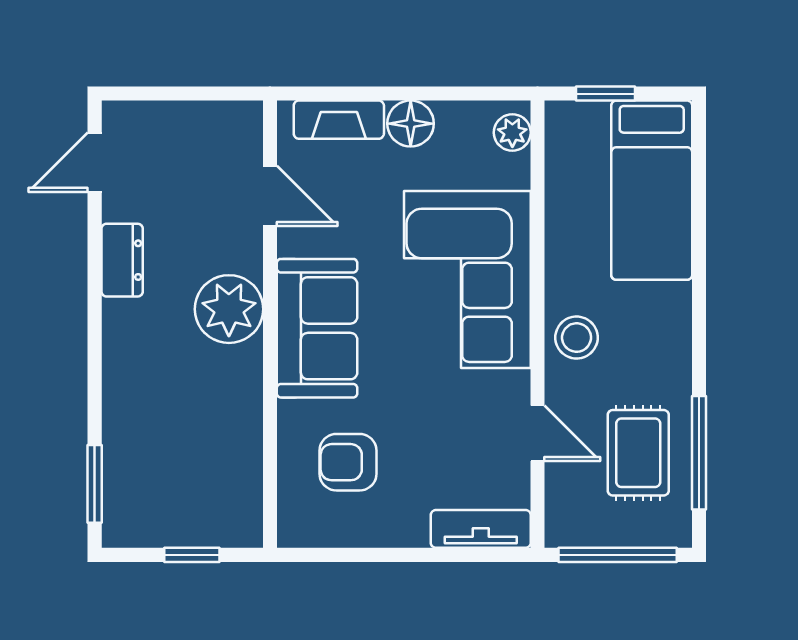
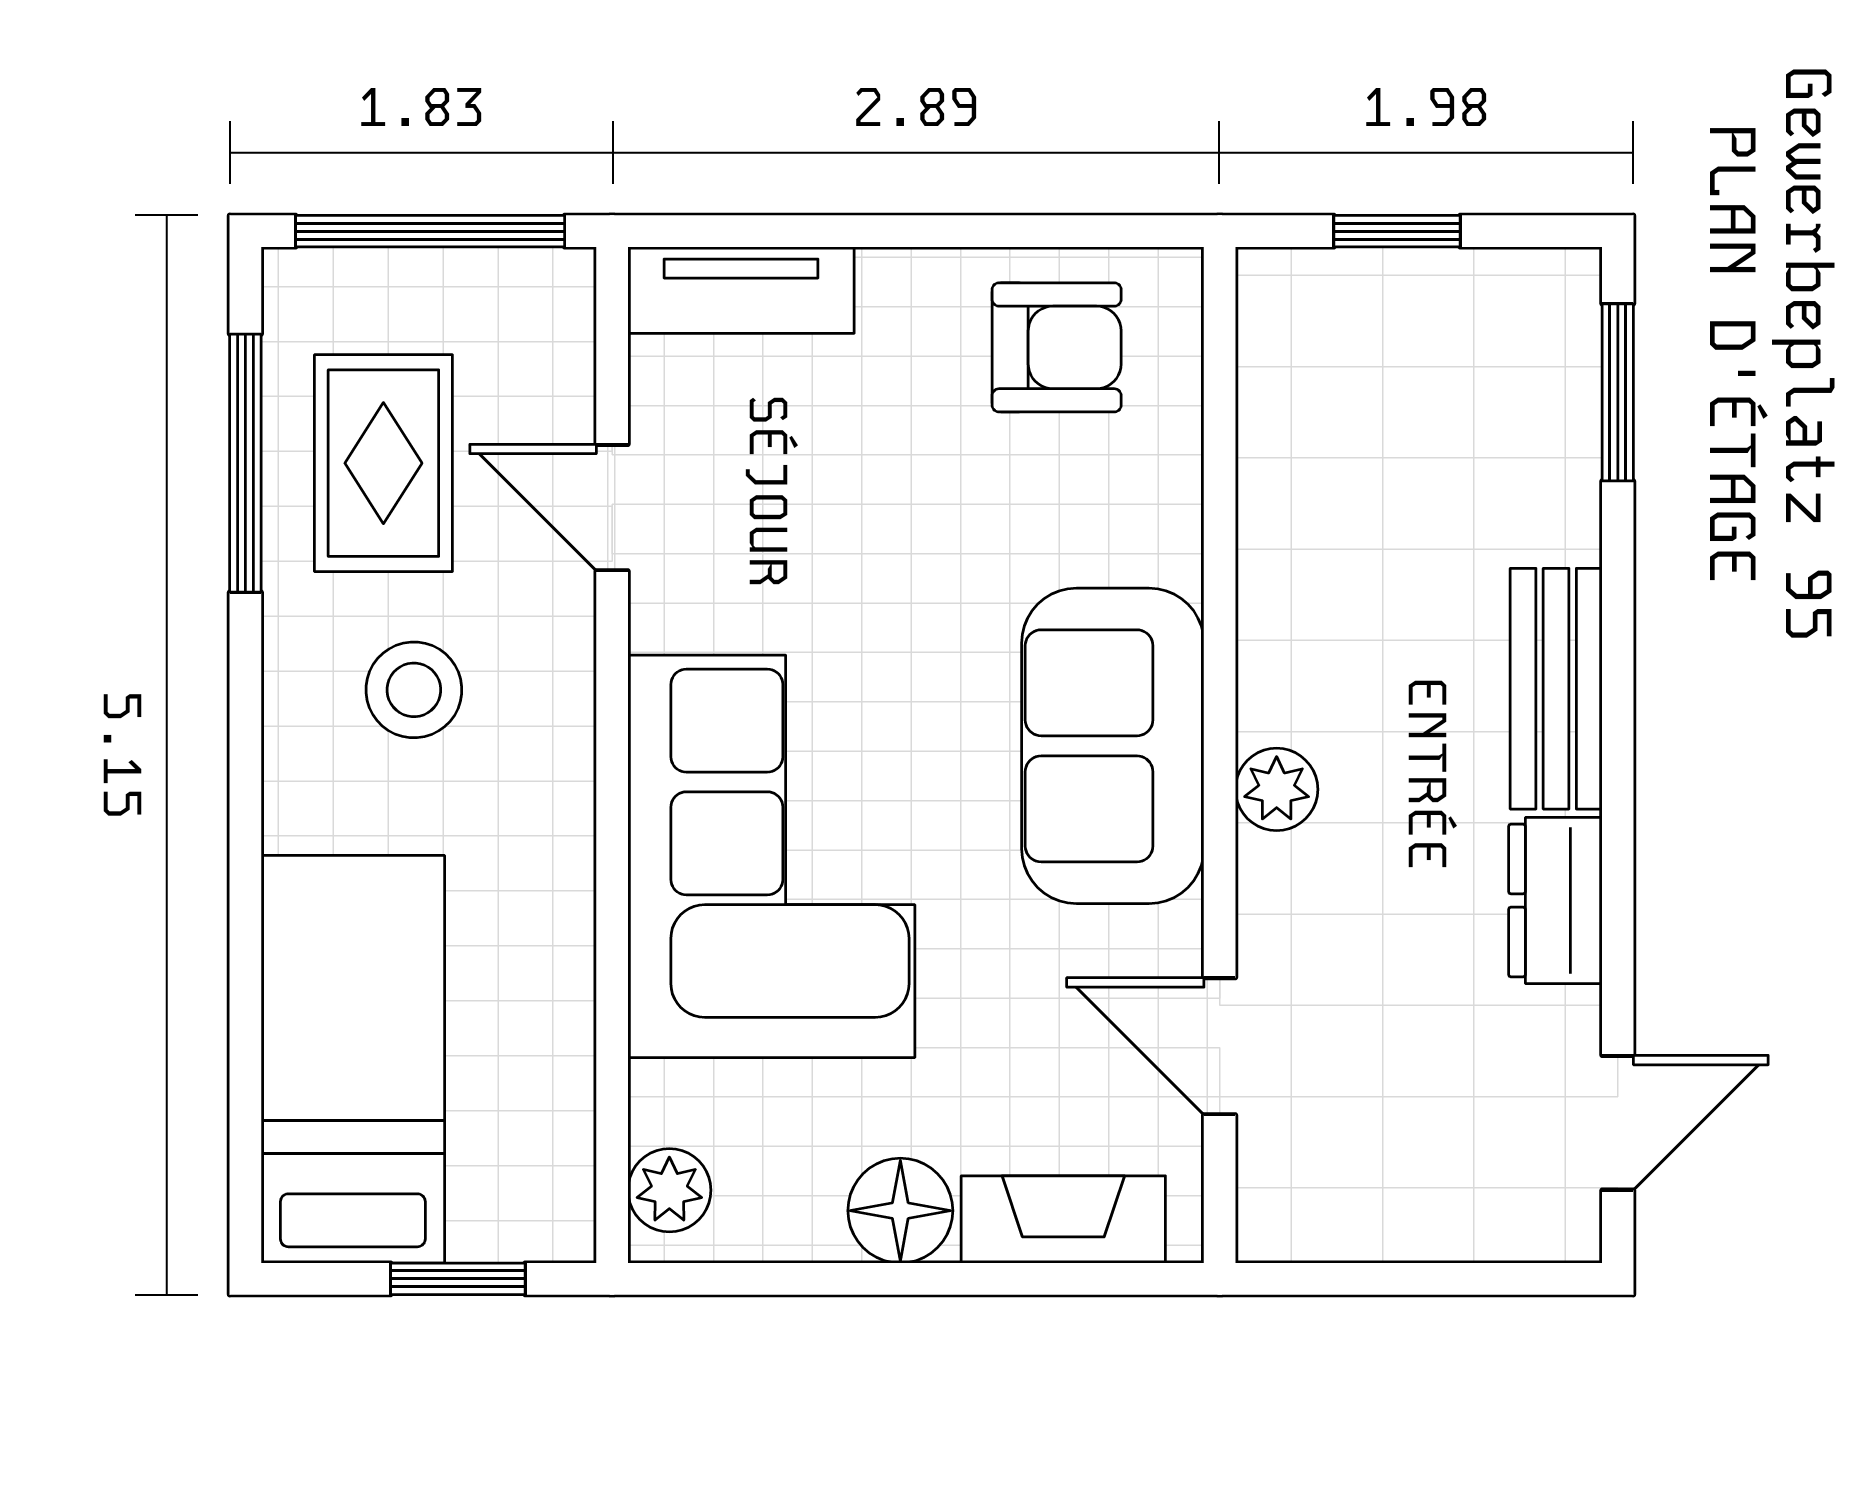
plant: (229, 309) -> (1277, 789), width x0.53, depth x0.53
stool: (577, 338) -> (414, 690), moved
bench: (122, 353) -> (1556, 689), added
armchair: (348, 462) -> (1057, 347), moved

